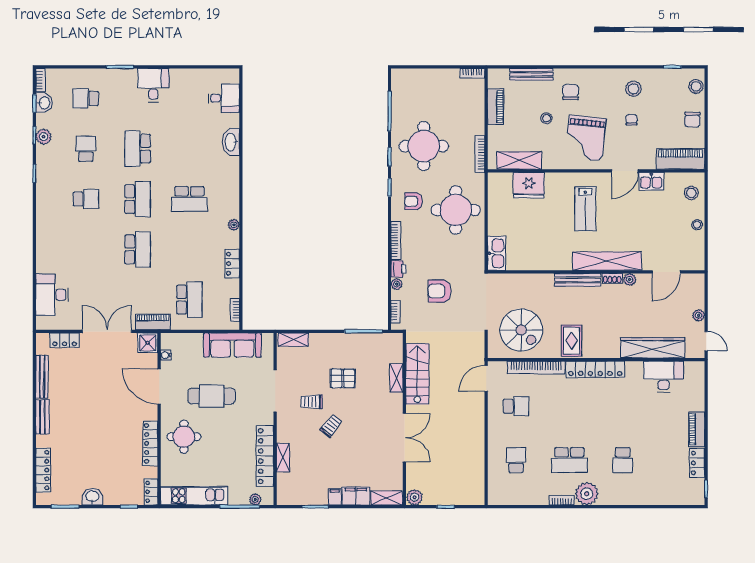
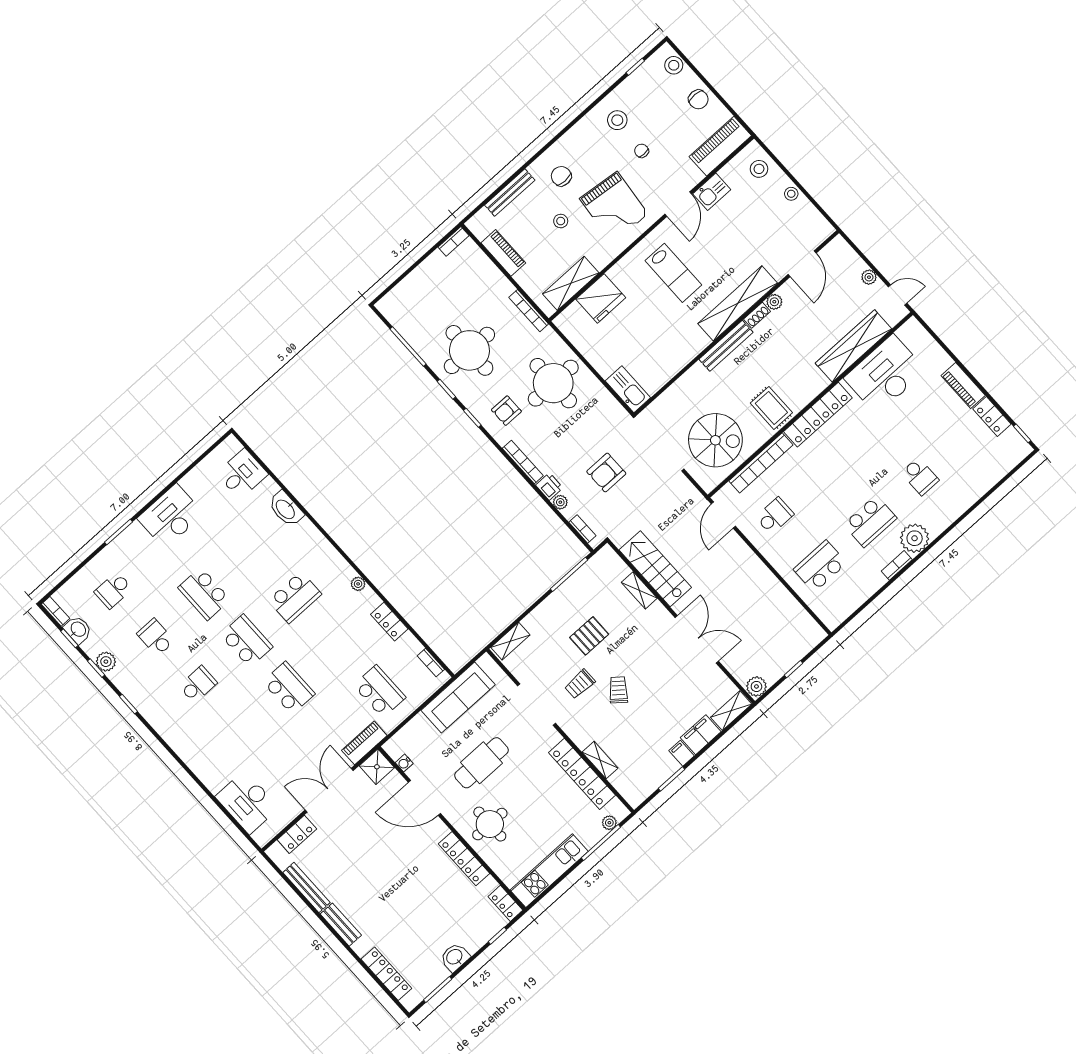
desk: (153, 85) -> (171, 516), width x1.37
desk: (664, 377) -> (885, 374), width x1.36, depth x1.30
school desk: (516, 460) -> (820, 566), width x1.85

